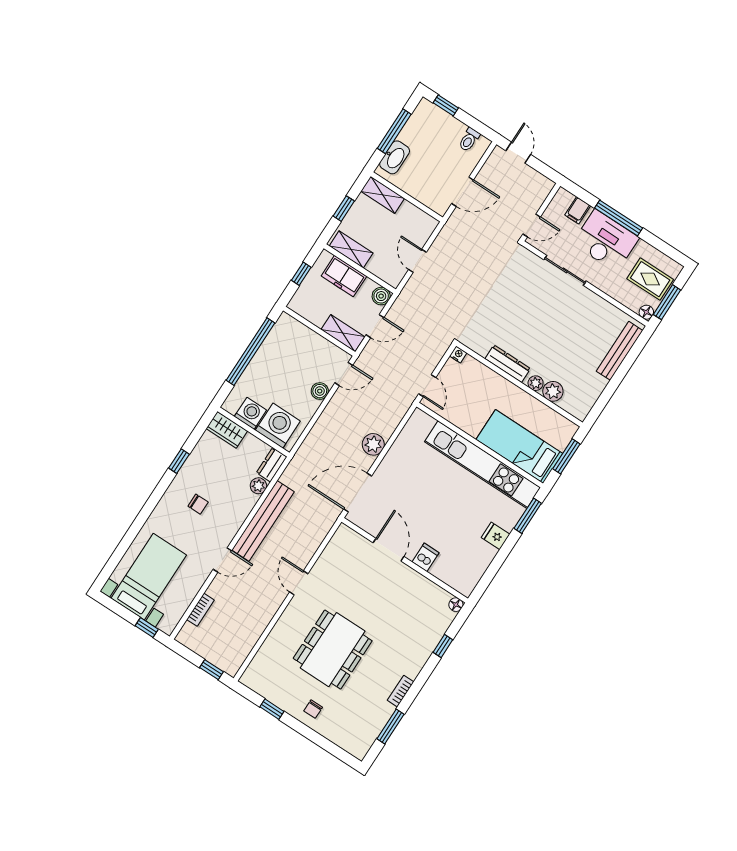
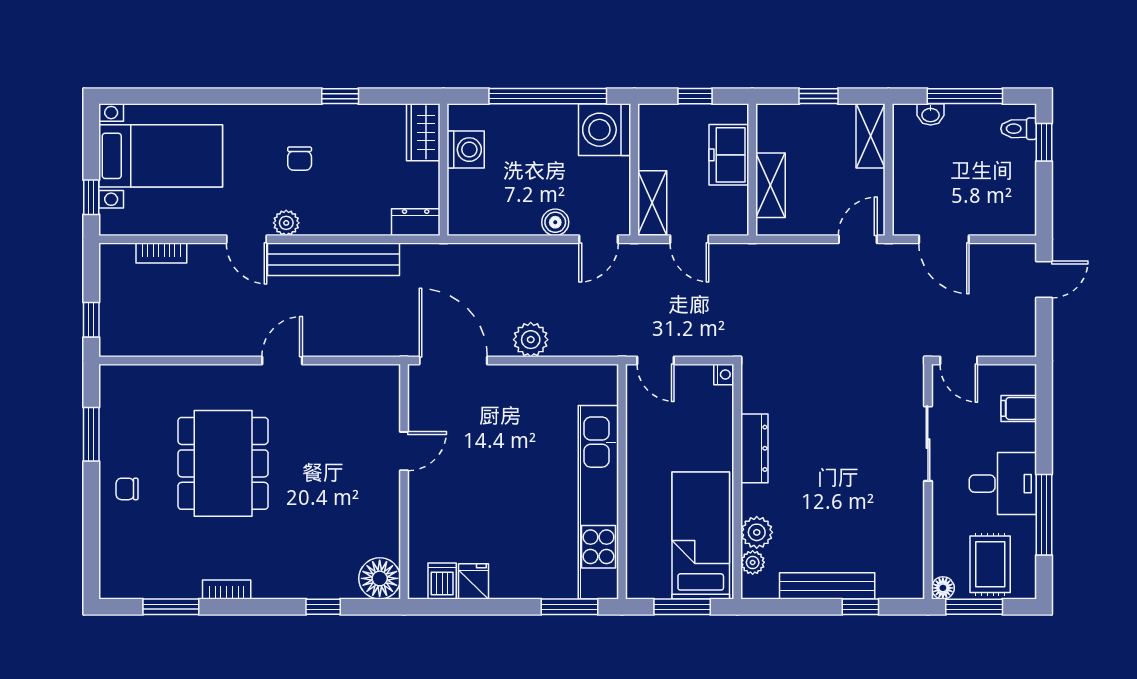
toilet: (469, 140) -> (1019, 129), moved
washbasin: (395, 157) -> (931, 114), width x0.52, depth x0.69
window: (619, 218) -> (1044, 515), moved
desk: (606, 241) -> (1003, 484), width x0.73
shelving: (351, 249) -> (770, 185), moved
door: (417, 261) -> (858, 239), moved
boiler: (381, 296) -> (735, 222), removed
bench: (620, 351) -> (827, 586), moved
window: (628, 362) -> (860, 607), added
door: (344, 374) -> (599, 239), hinge flipped
plant: (536, 383) -> (753, 562), moved
door: (427, 386) -> (655, 360), hinge flipped
washing machine: (278, 426) -> (605, 130), moved, turned 180
bed: (519, 447) -> (701, 536), moved
plant: (258, 486) -> (286, 223), moved
fridge: (496, 536) -> (474, 581), moved
door: (389, 550) -> (404, 451), width x0.73
dishwasher: (425, 557) -> (442, 581), moved, turned -90
floor lamp: (456, 605) -> (380, 578), width x1.89, depth x1.89
dining table: (333, 650) -> (223, 463), turned 90
window: (272, 709) -> (91, 434), width x1.50

